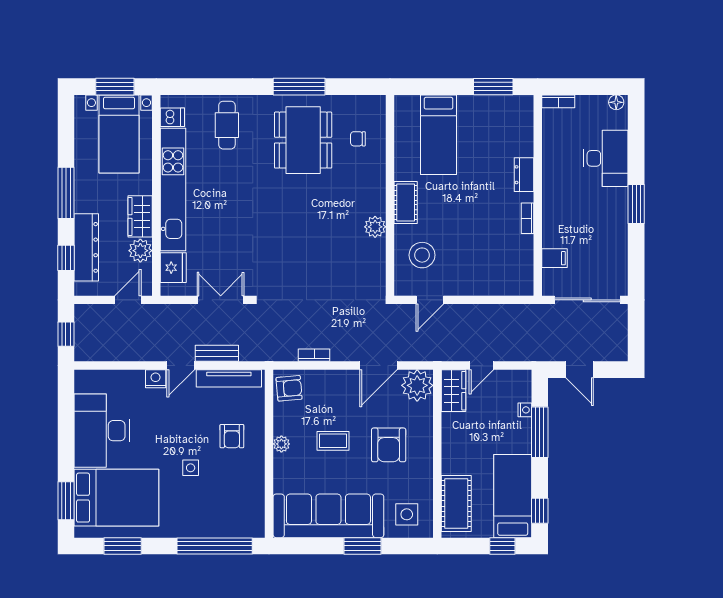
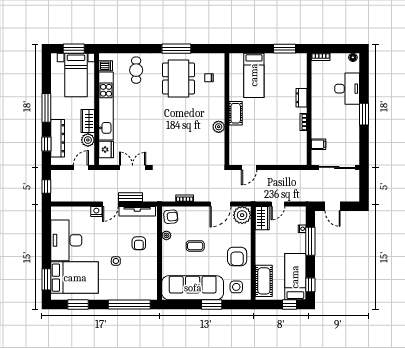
stool: (422, 255) -> (245, 142), removed
plant: (281, 444) -> (166, 235), moved
armchair: (389, 445) -> (237, 256), moved

